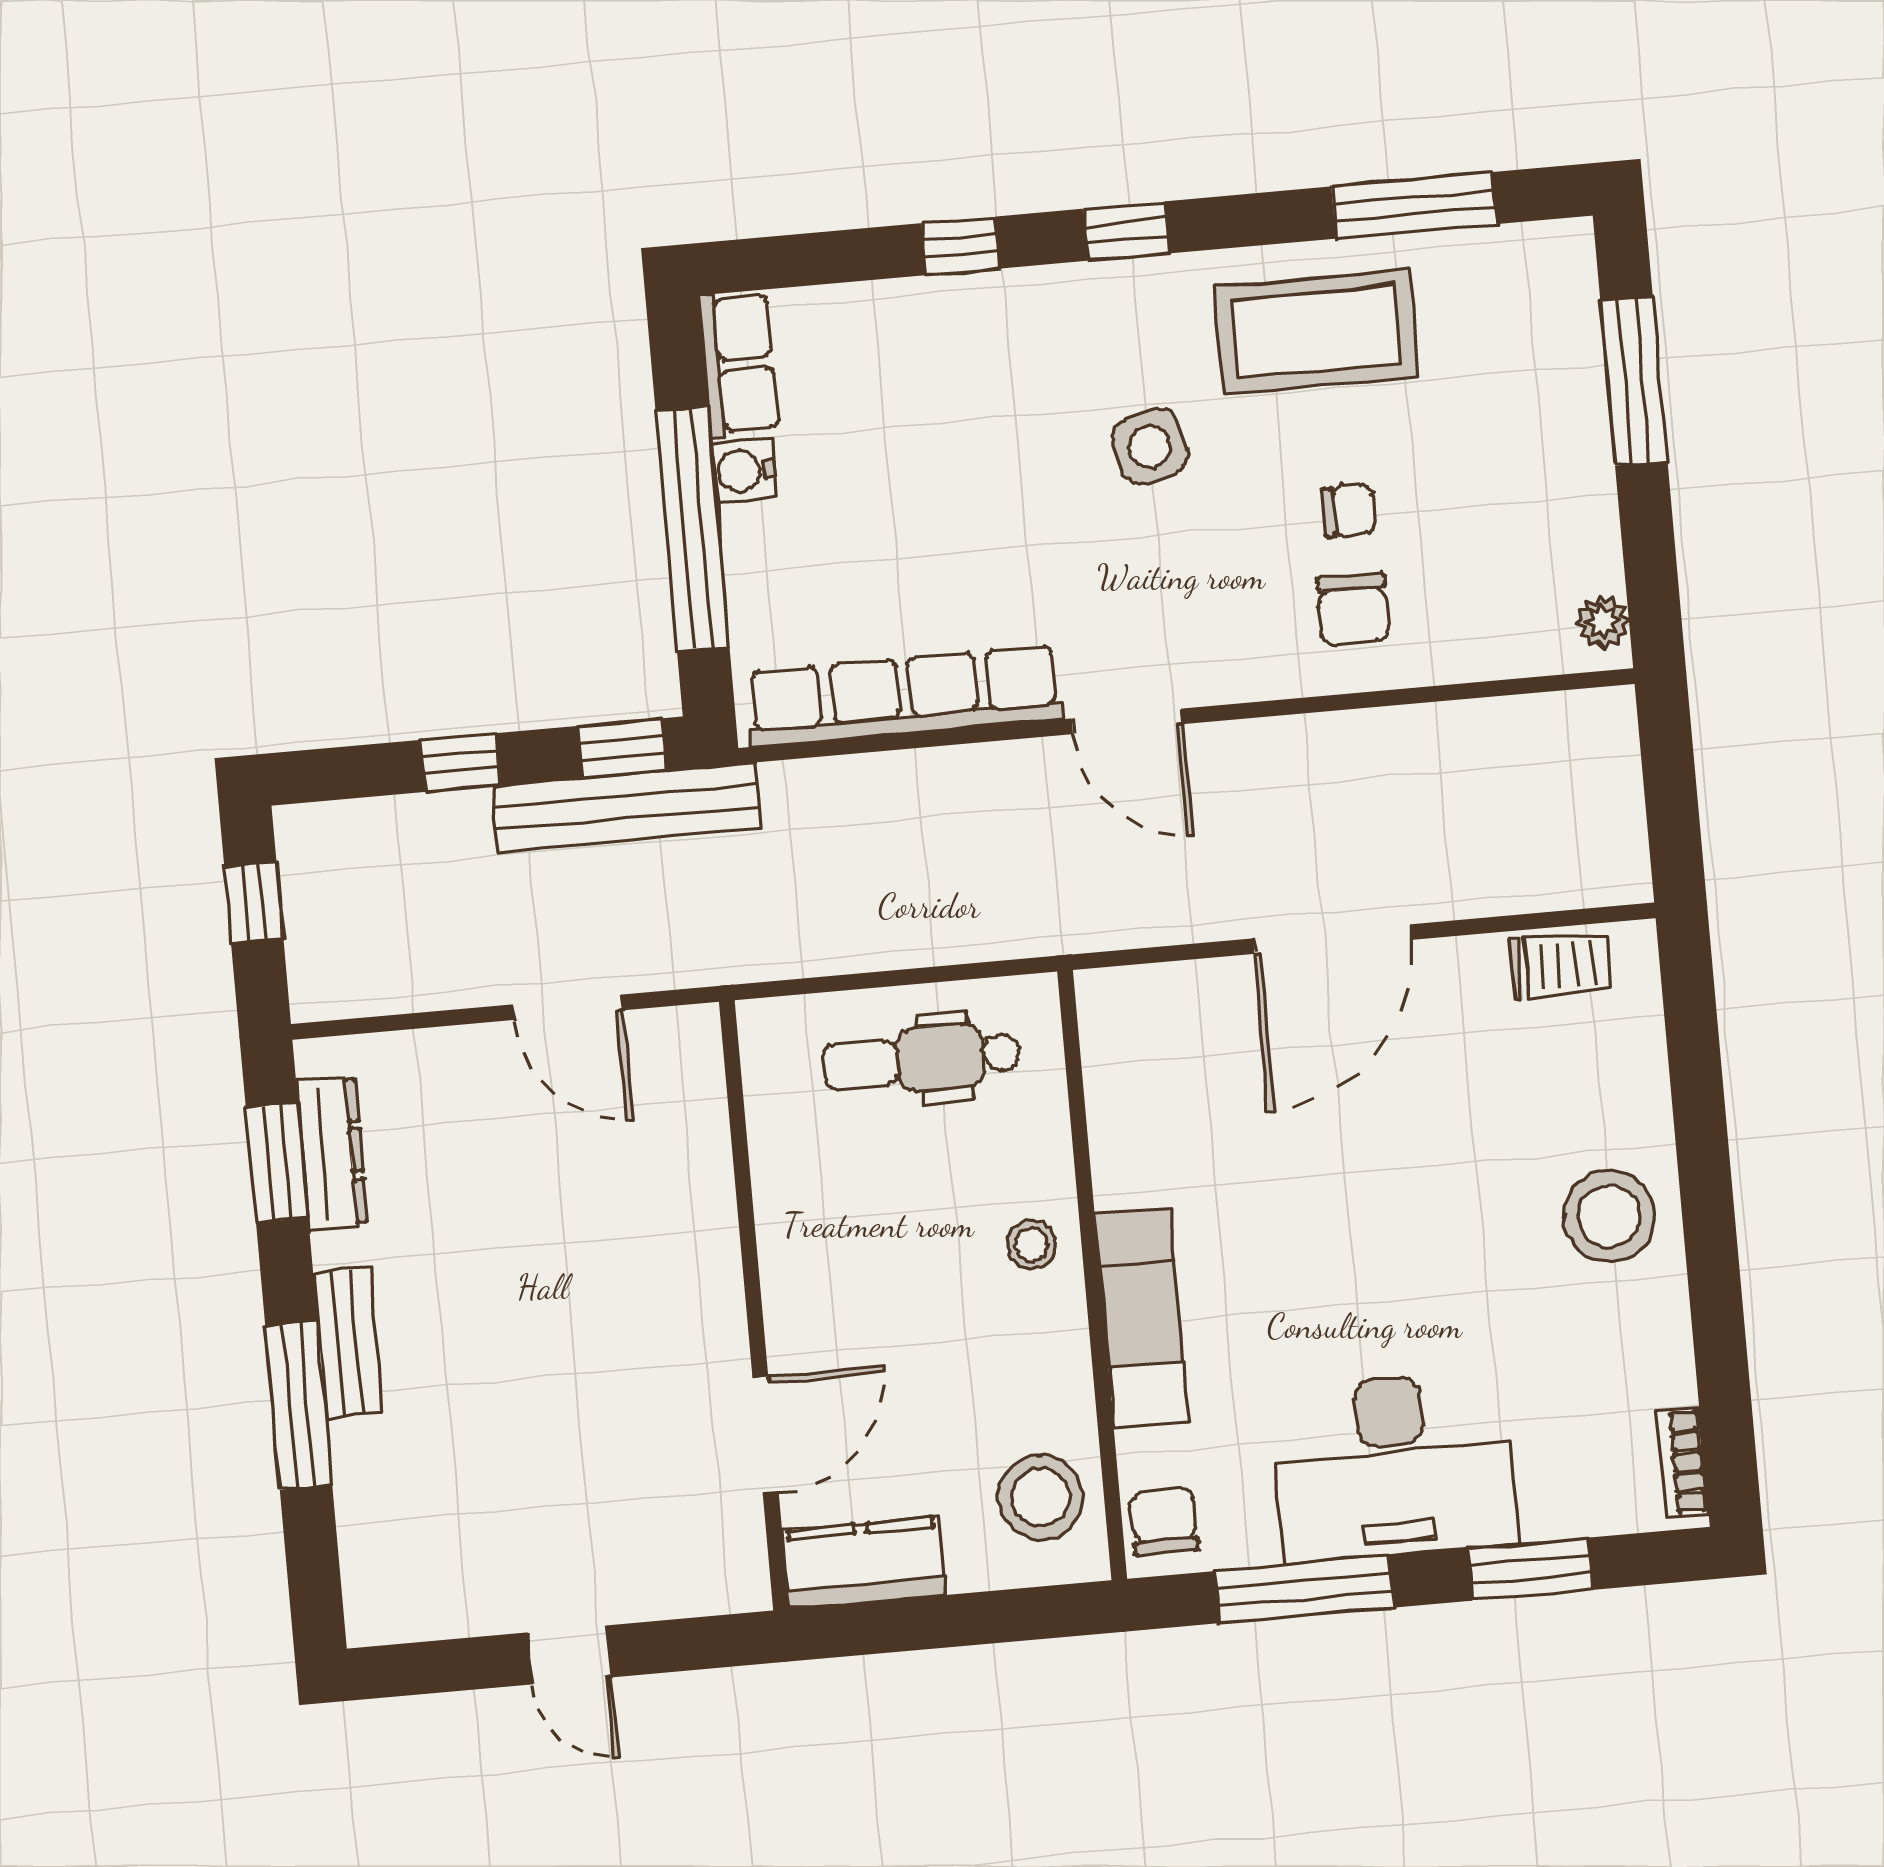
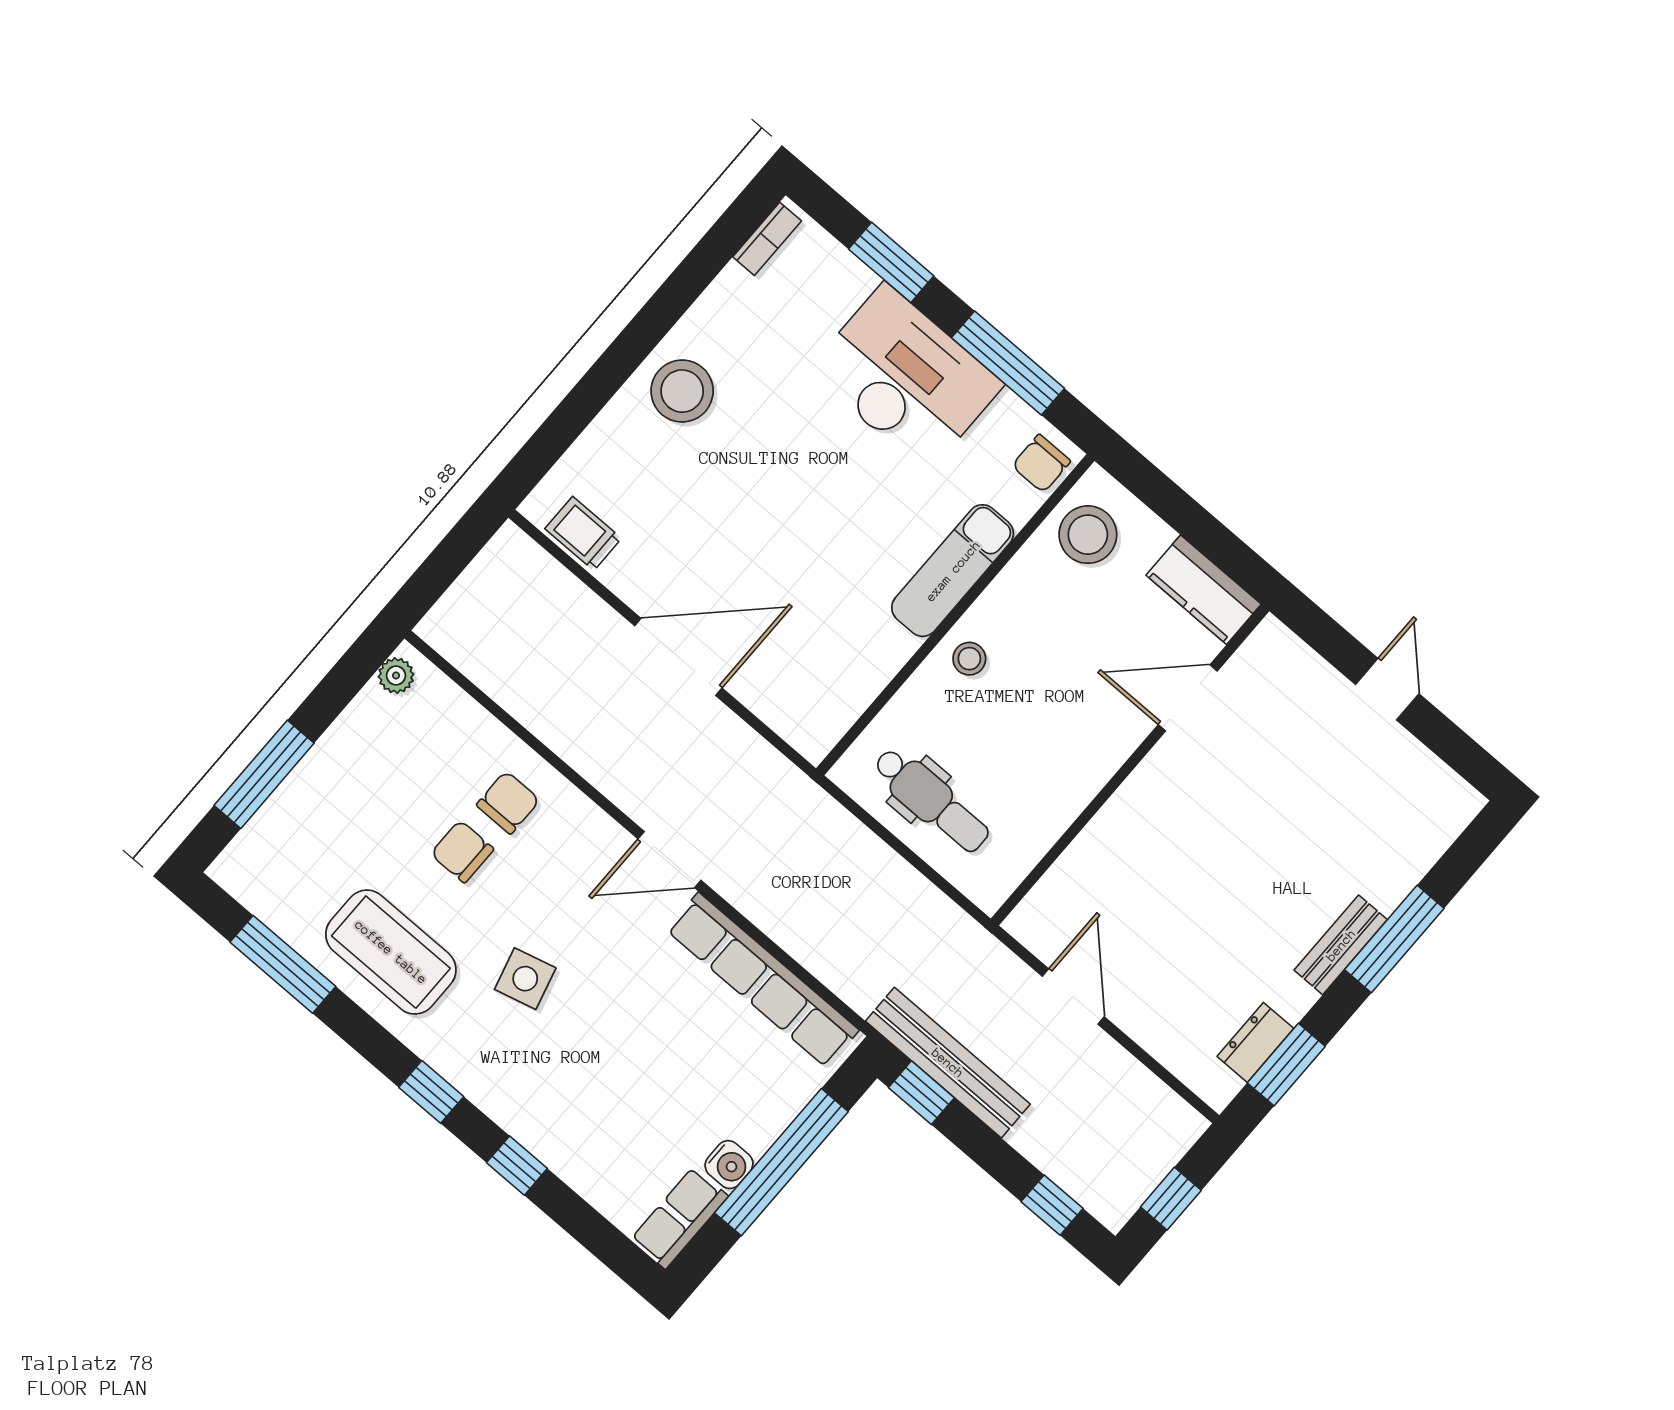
chair: (1349, 511) -> (462, 851), width x1.37, depth x1.37
door: (1127, 721) -> (669, 860), swing flipped
window: (461, 762) -> (1052, 1205), moved
dresser: (332, 1153) -> (1255, 1042), width x0.70

